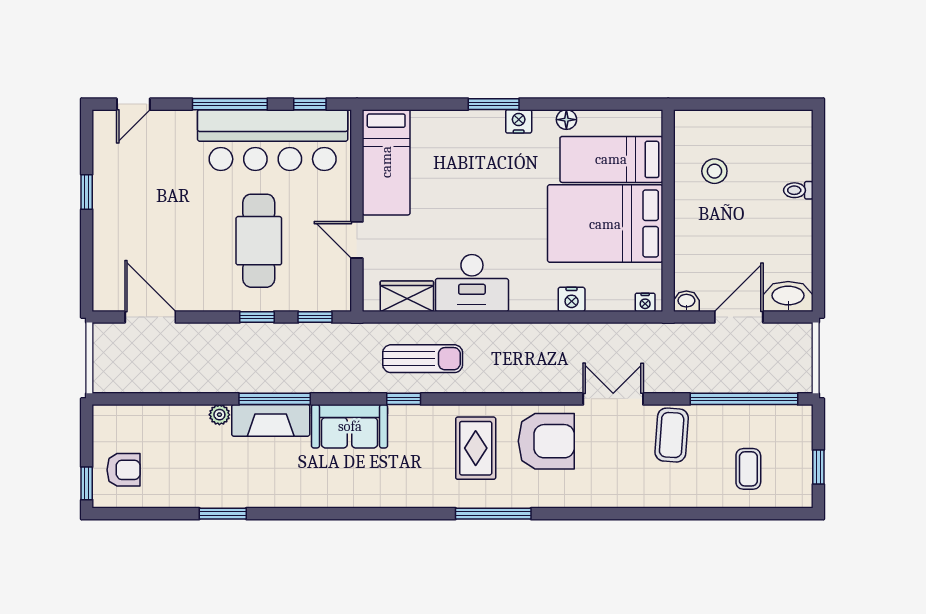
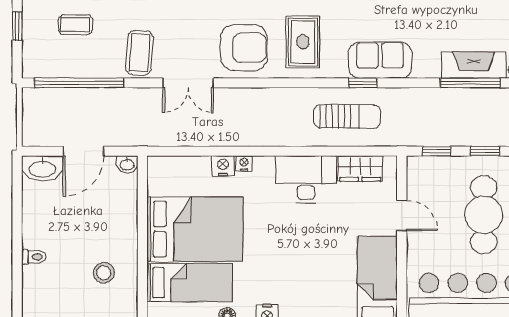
nightstand: (645, 302) -> (244, 163), moved
sun lounger: (423, 359) -> (347, 116), turned 180
sofa: (350, 426) -> (380, 60), moved
armchair: (546, 441) -> (244, 48), turned 180
coffee table: (748, 469) -> (76, 25), turned 90

